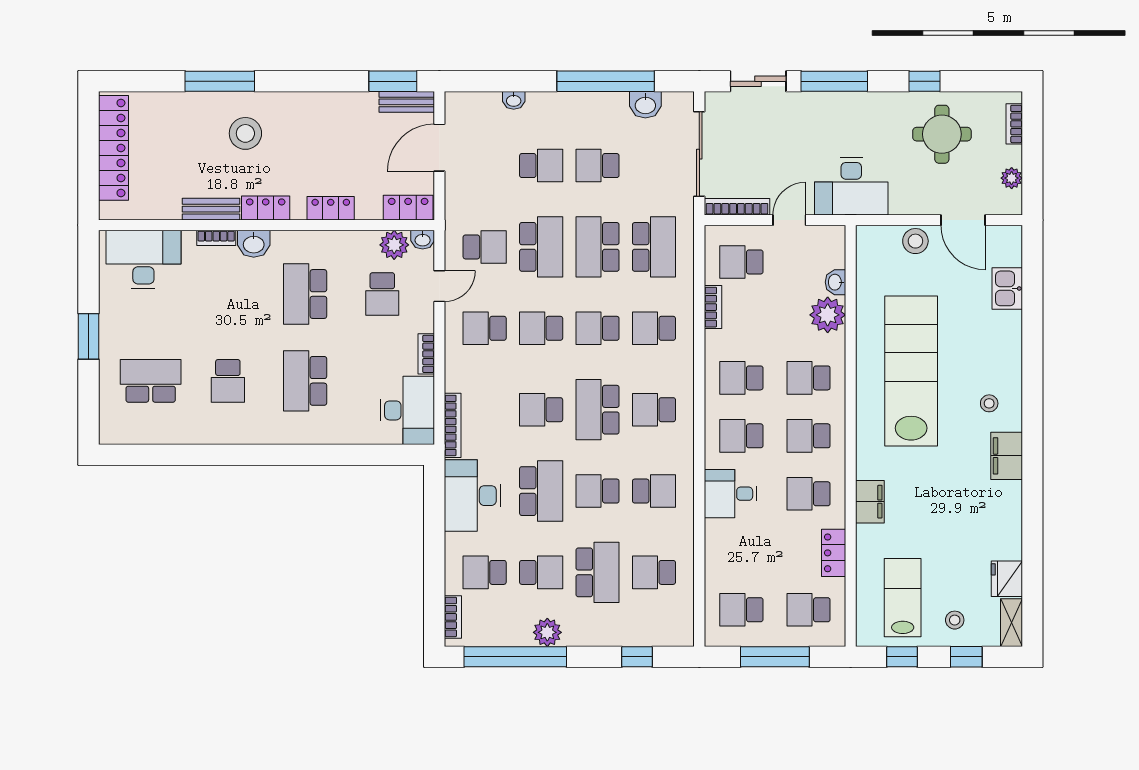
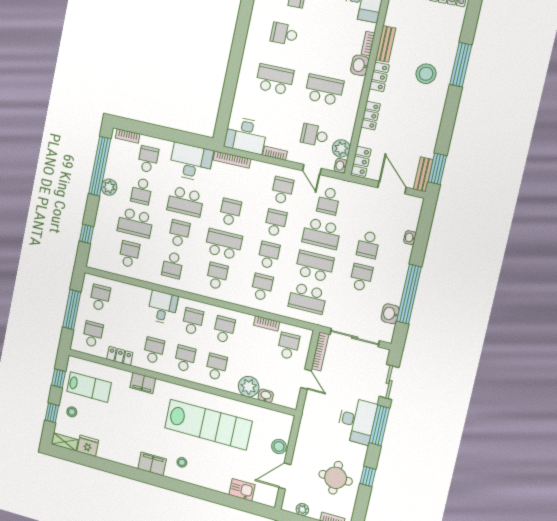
desk: (851, 186) -> (357, 421), moved, turned 180

